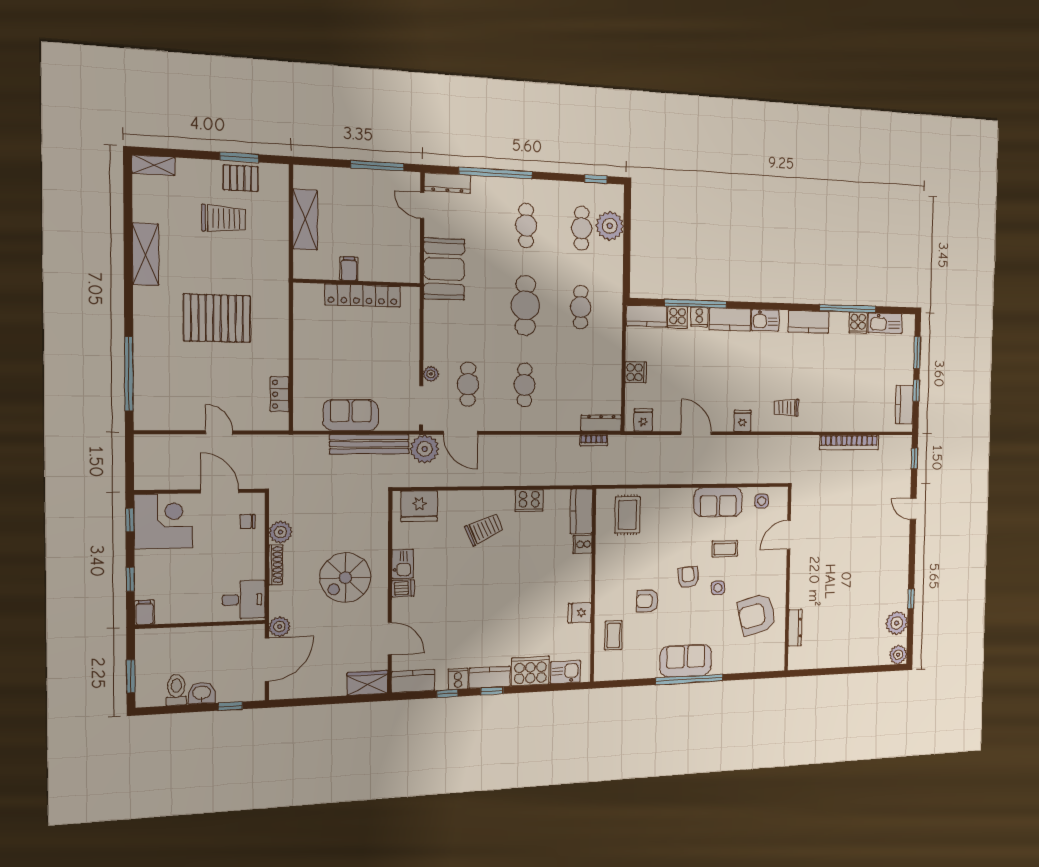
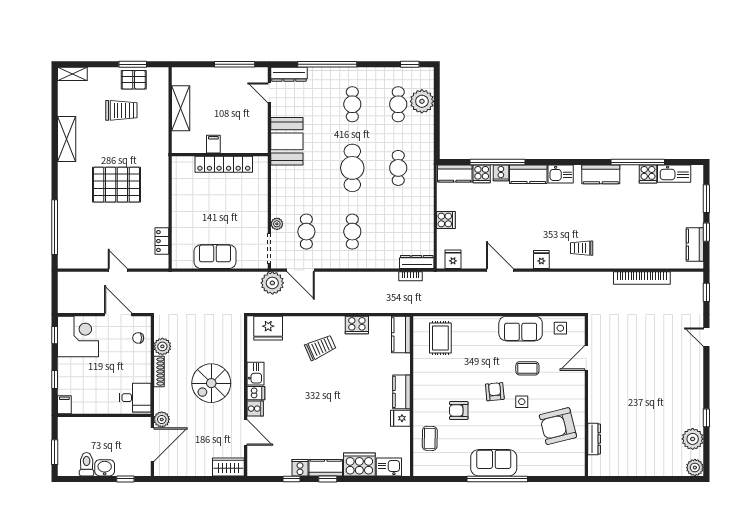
bench: (369, 444) -> (229, 279), removed
cooker: (582, 544) -> (255, 409), moved, turned 180
kitchen counter: (413, 681) -> (402, 392), moved, turned -90

